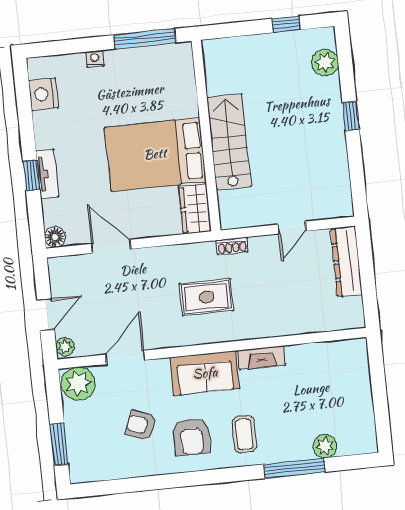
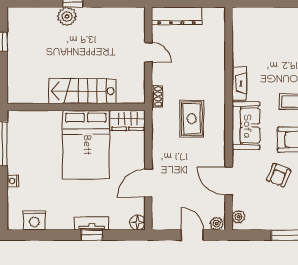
plant: (325, 62) -> (67, 16), moved
plant: (78, 384) -> (238, 217), width x0.53, depth x0.53

